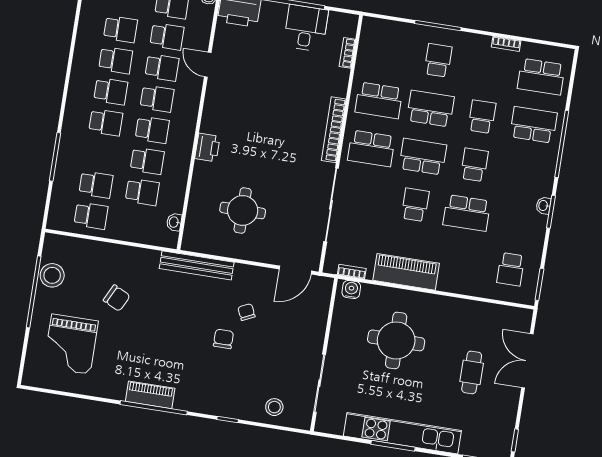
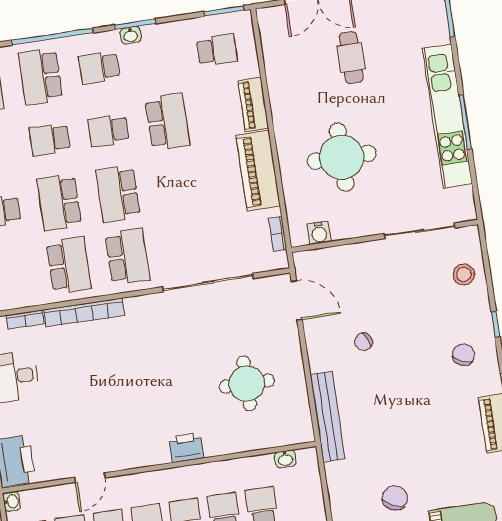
bookcase: (334, 130) -> (84, 312), moved
school desk: (415, 205) -> (99, 68), moved
piano: (459, 284) -> (253, 105), added
water cooler: (351, 289) -> (319, 233), moved, turned -90
chair: (223, 339) -> (463, 355), moved, turned 113
cafe table: (472, 372) -> (351, 58), turned 90

